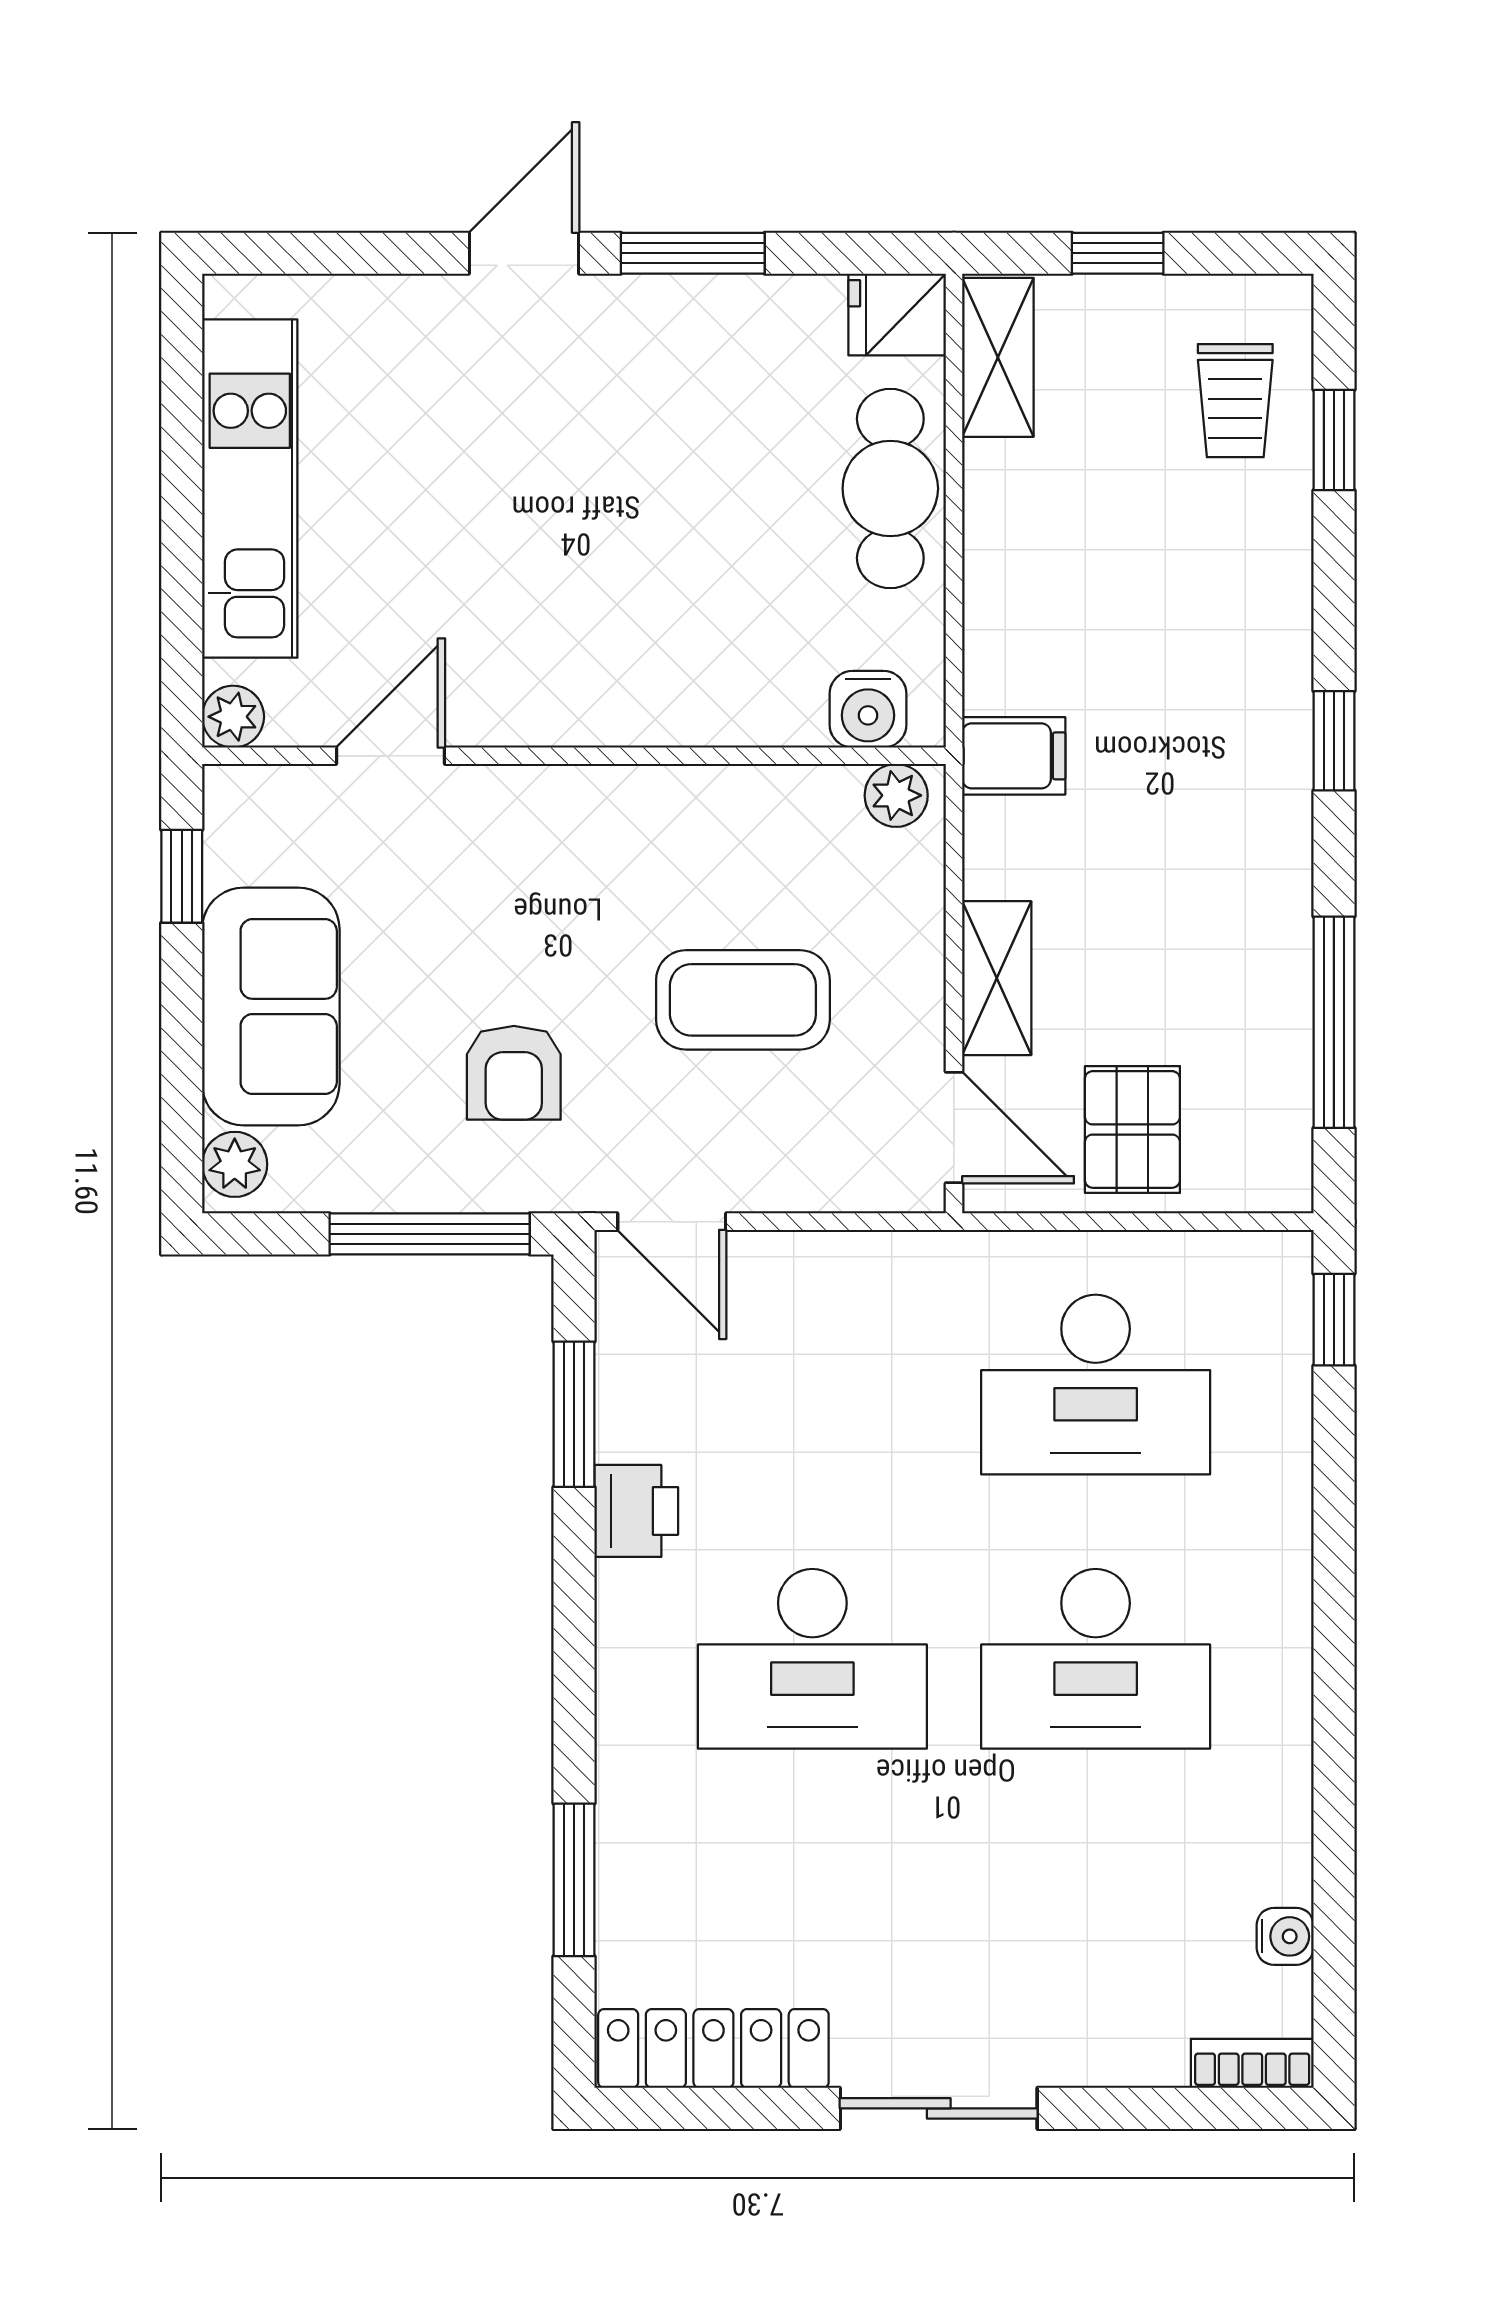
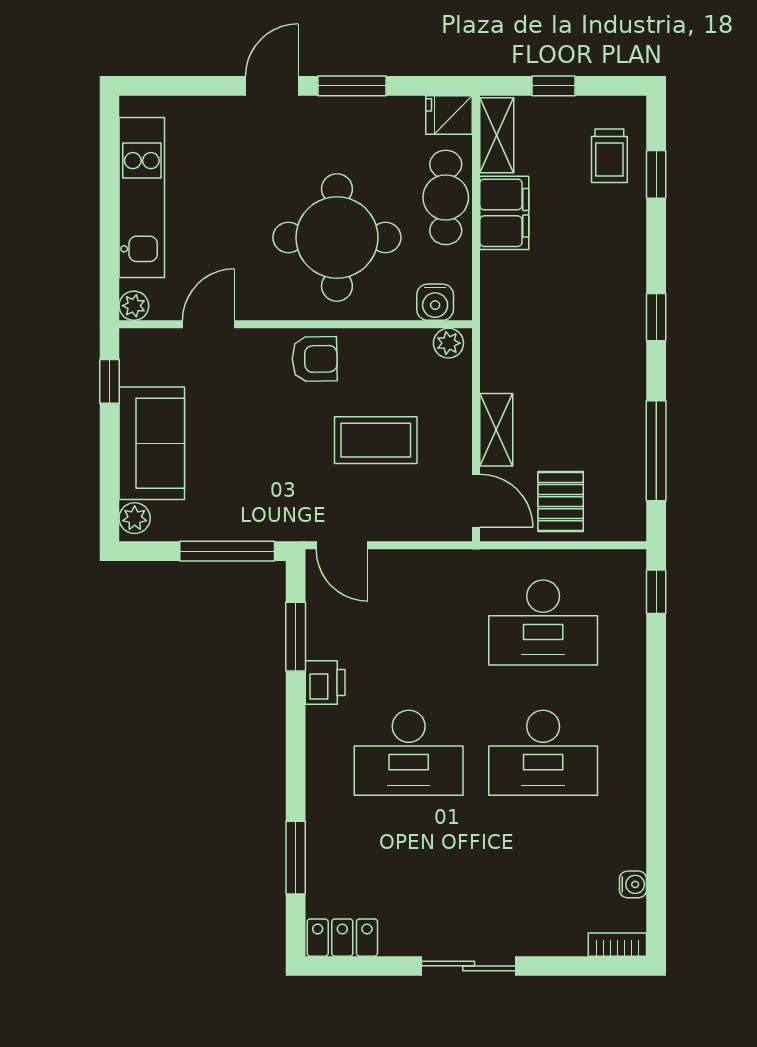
round table: (661, 573) -> (337, 237), added
filing cabinet: (1014, 756) -> (504, 213), moved, width x2.00
armchair: (514, 1073) -> (315, 359), moved, turned -91
locker: (713, 2048) -> (342, 938), width x0.66

